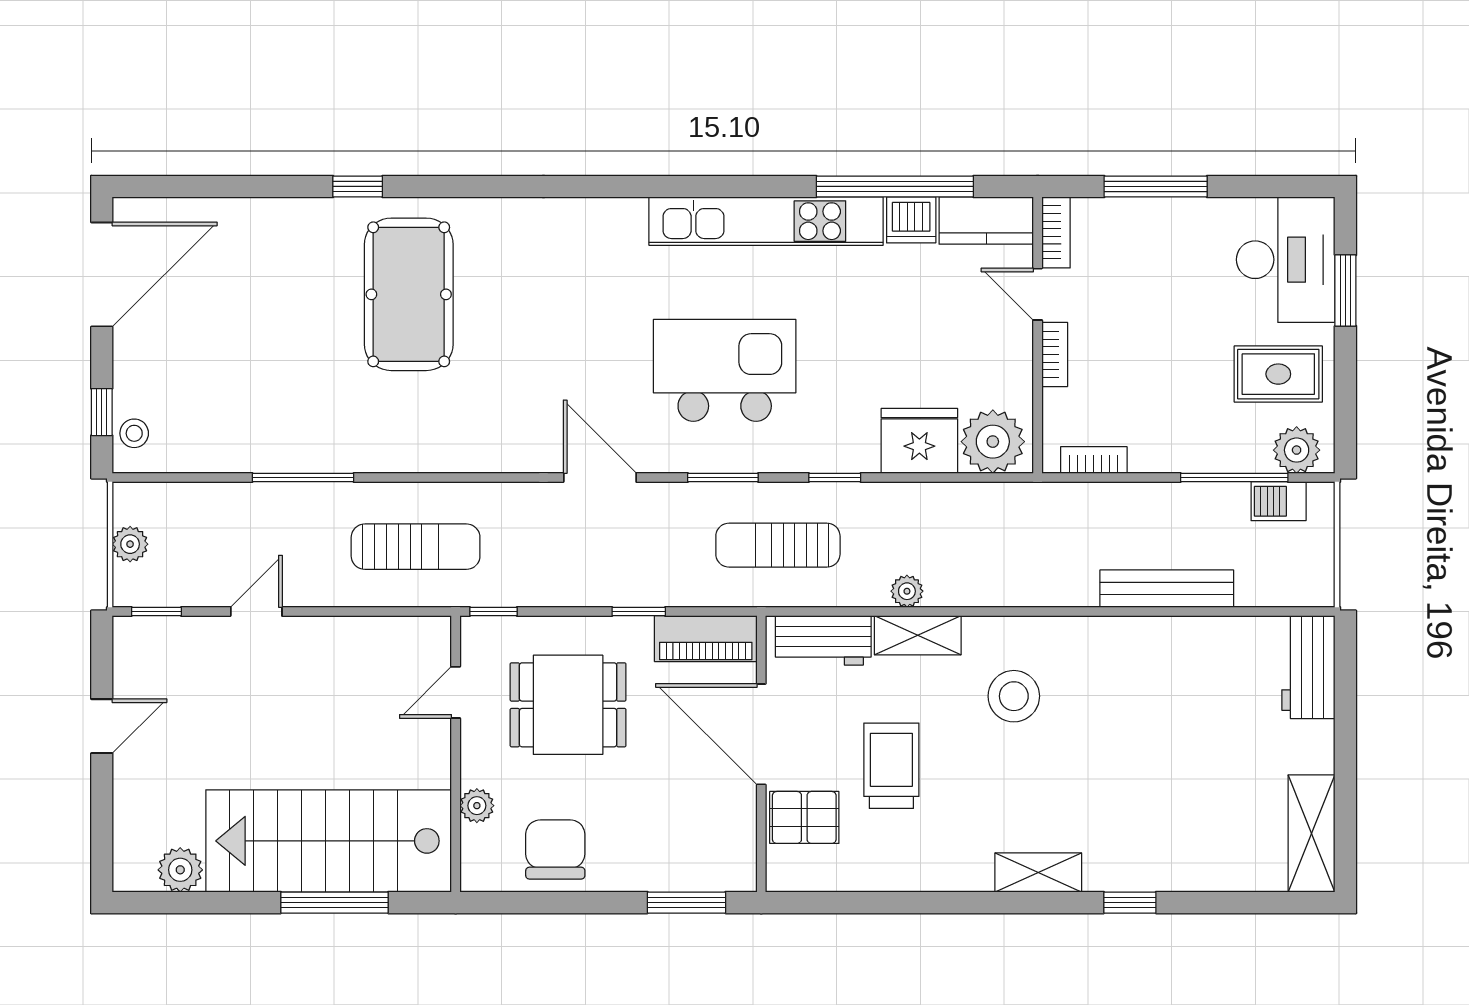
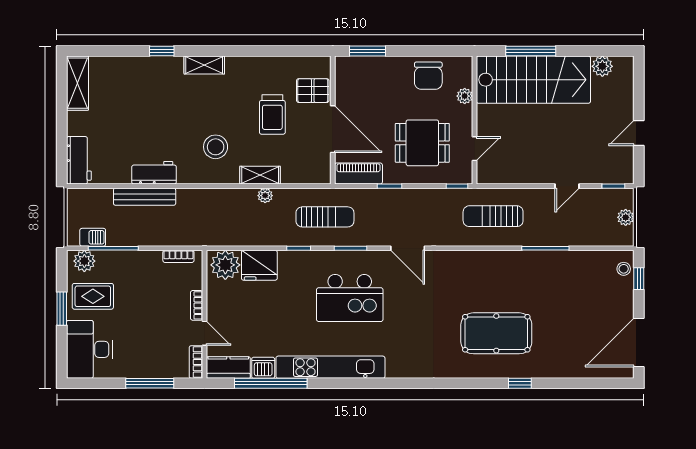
window: (1345, 290) -> (62, 309), moved
pool table: (409, 294) -> (496, 333), turned 90
workbench: (823, 640) -> (154, 173), moved

